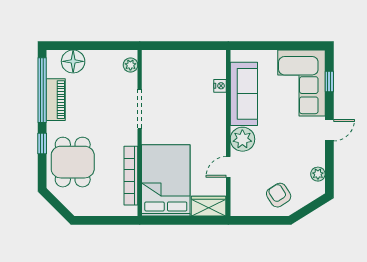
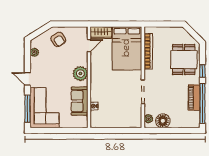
floor lamp: (73, 61) -> (163, 121), moved
window: (329, 81) -> (27, 109), width x2.17
sofa: (244, 94) -> (80, 101), width x0.73
door: (329, 130) -> (27, 79), hinge flipped
door: (228, 167) -> (89, 46), moved

